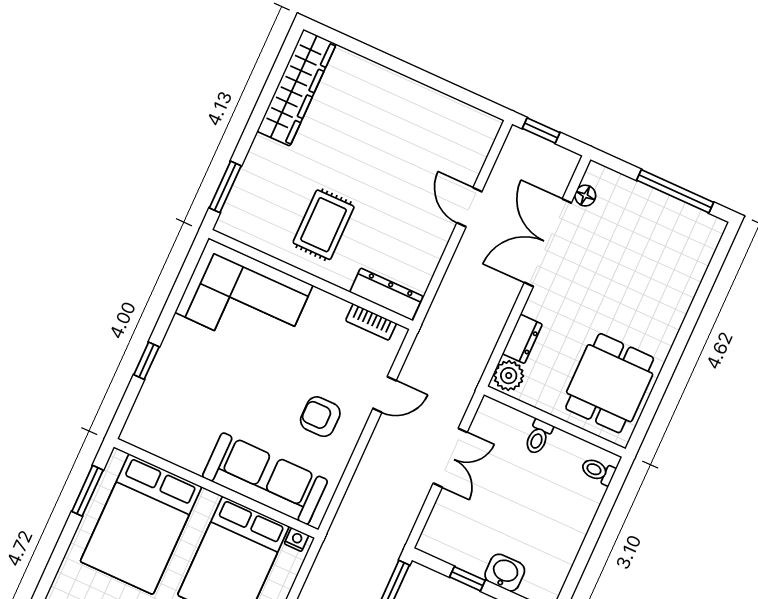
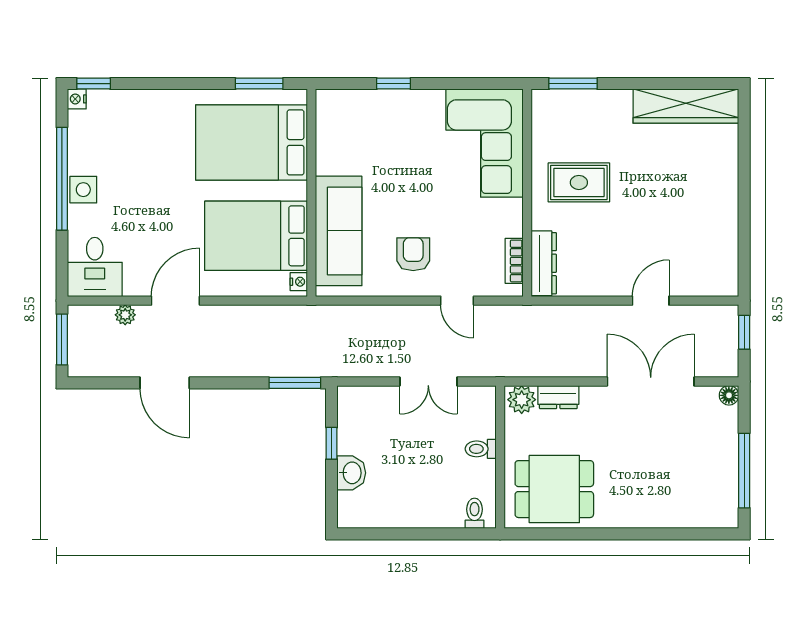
floor lamp: (585, 196) -> (729, 395), moved

